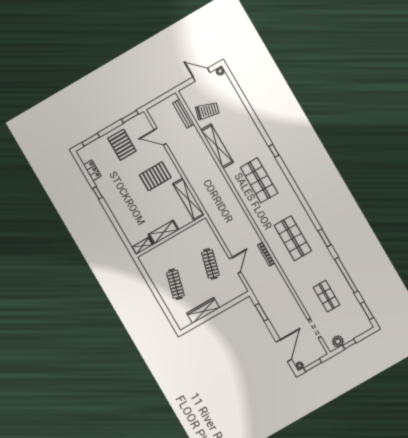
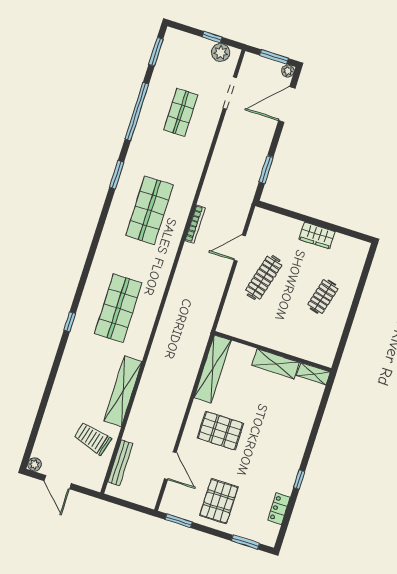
clothes rail: (175, 284) -> (323, 297), width x0.73
wardrobe: (203, 311) -> (317, 235), width x0.67

